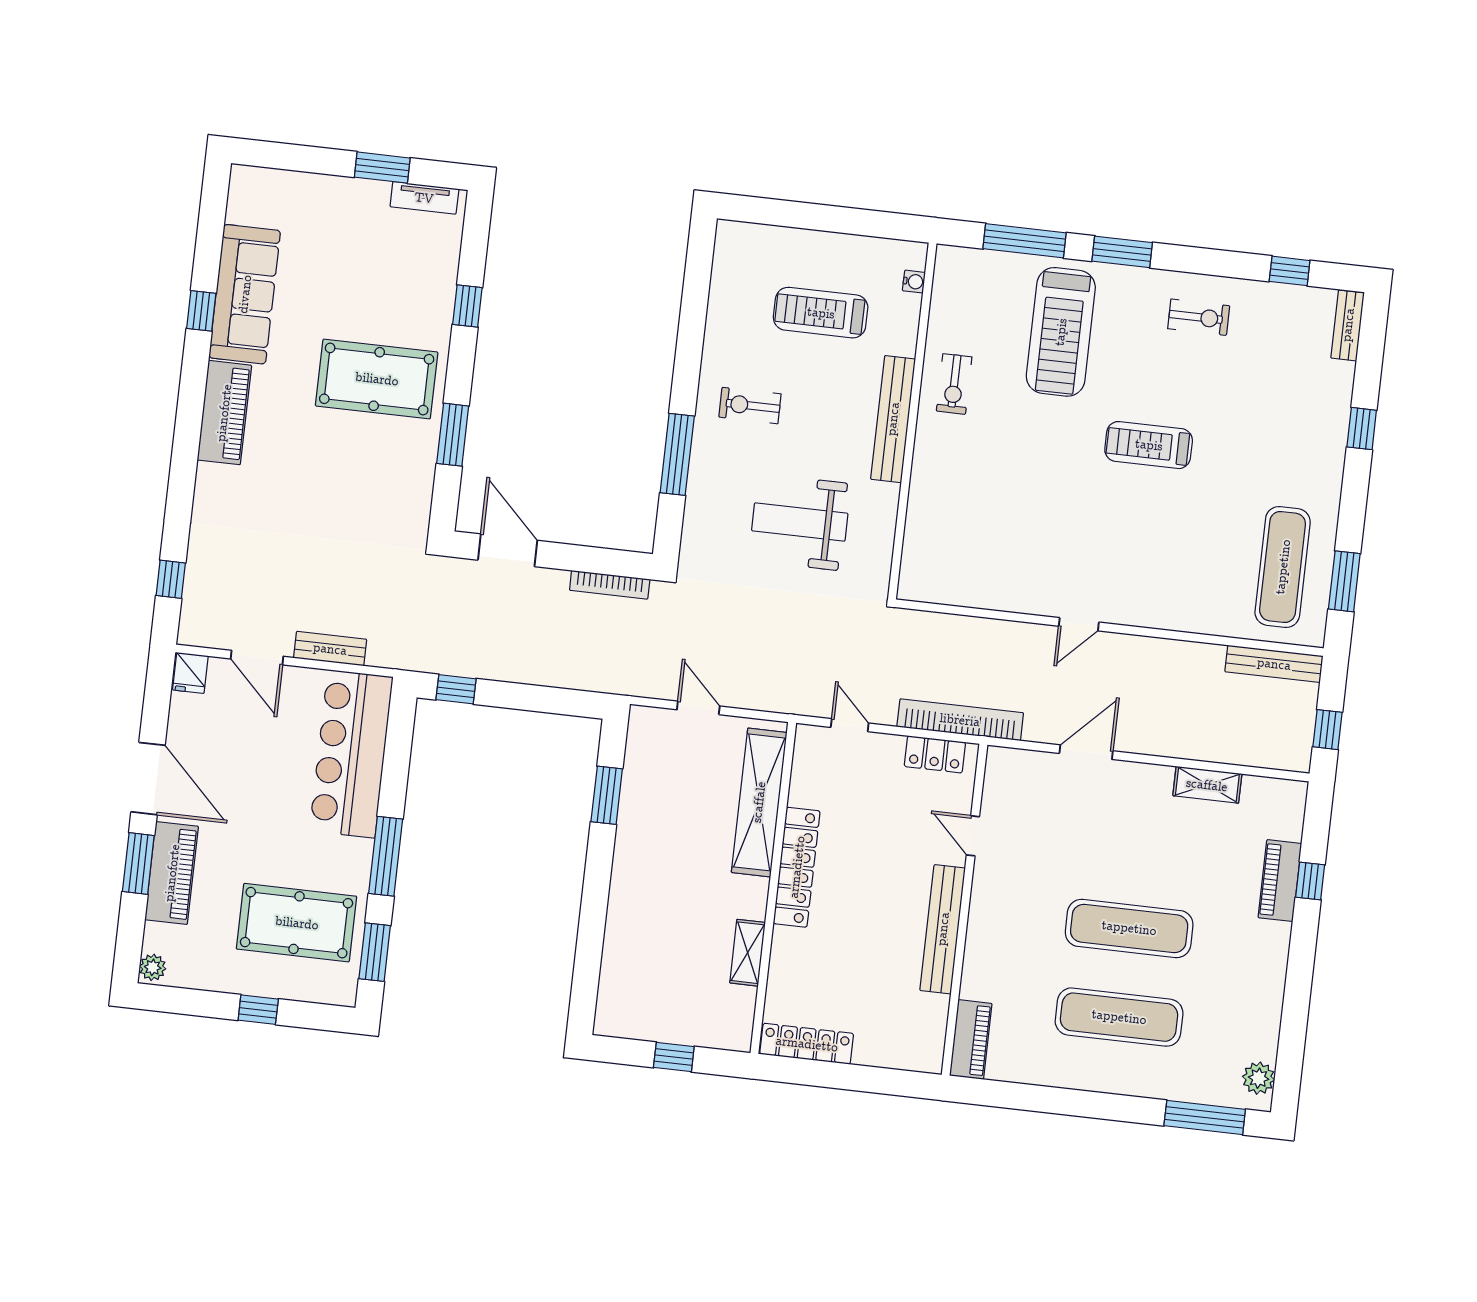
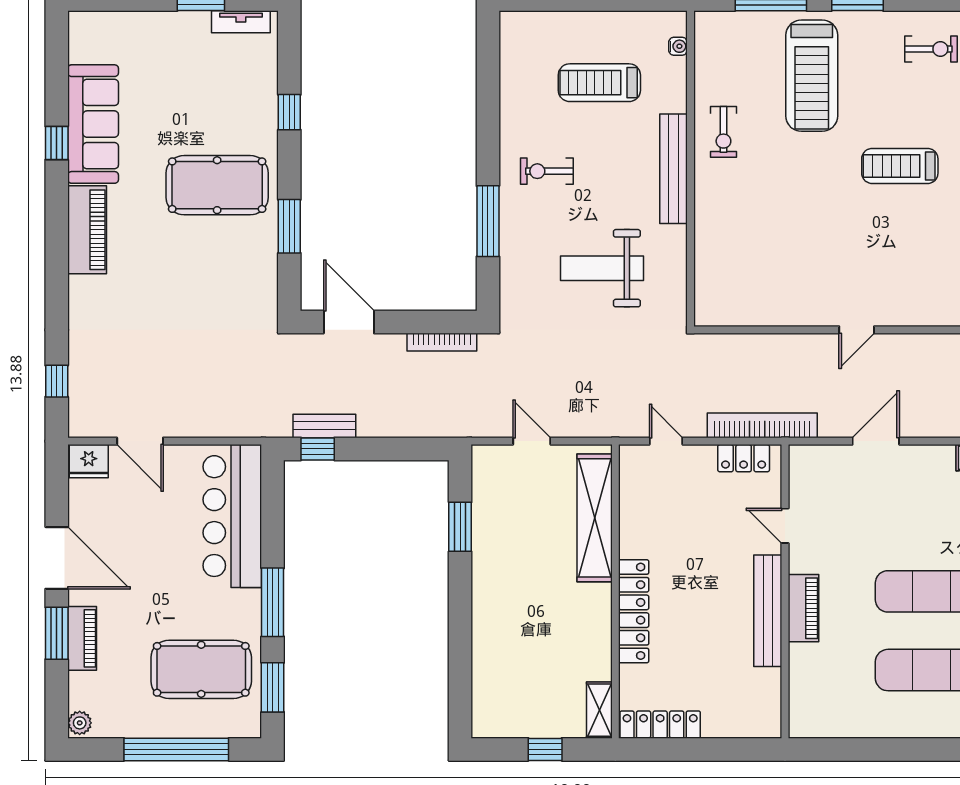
bench: (330, 649) -> (324, 426), moved
fridge: (190, 673) -> (89, 461), width x1.38
locker: (797, 867) -> (634, 611), moved
piano: (172, 873) -> (82, 638), width x0.73, depth x0.75
shelving: (748, 953) -> (599, 710), moved
window: (258, 1010) -> (176, 749), width x3.17
piano: (971, 1040) -> (803, 608), moved

